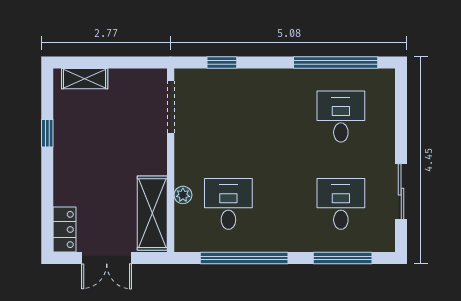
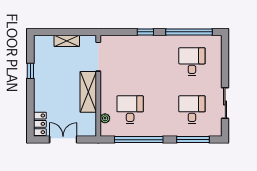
window: (222, 62) -> (145, 32), moved
shelving: (85, 79) -> (67, 41), moved
plant: (183, 195) -> (105, 118), moved
shelving: (152, 213) -> (88, 92), moved
double door: (107, 258) -> (63, 140), swing flipped

